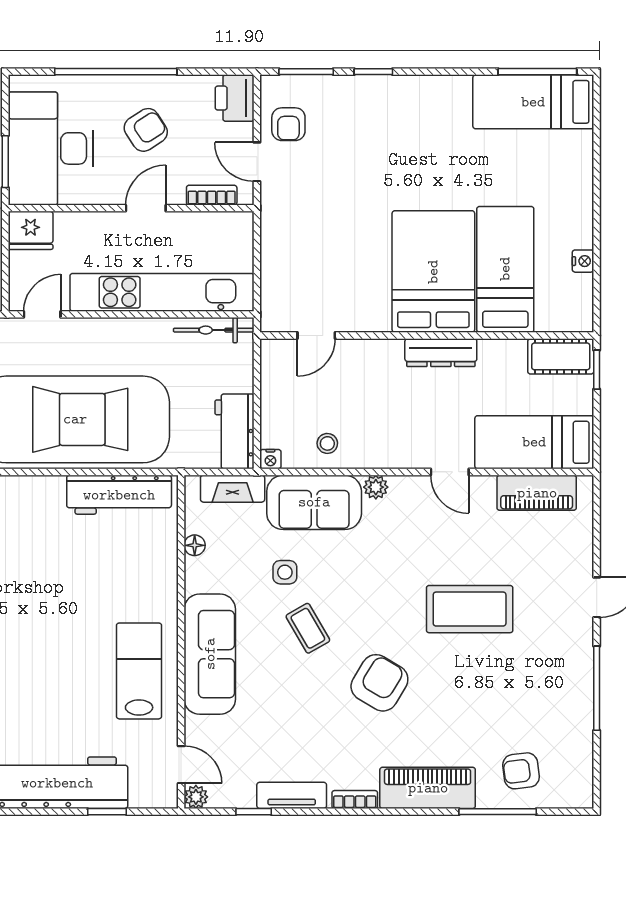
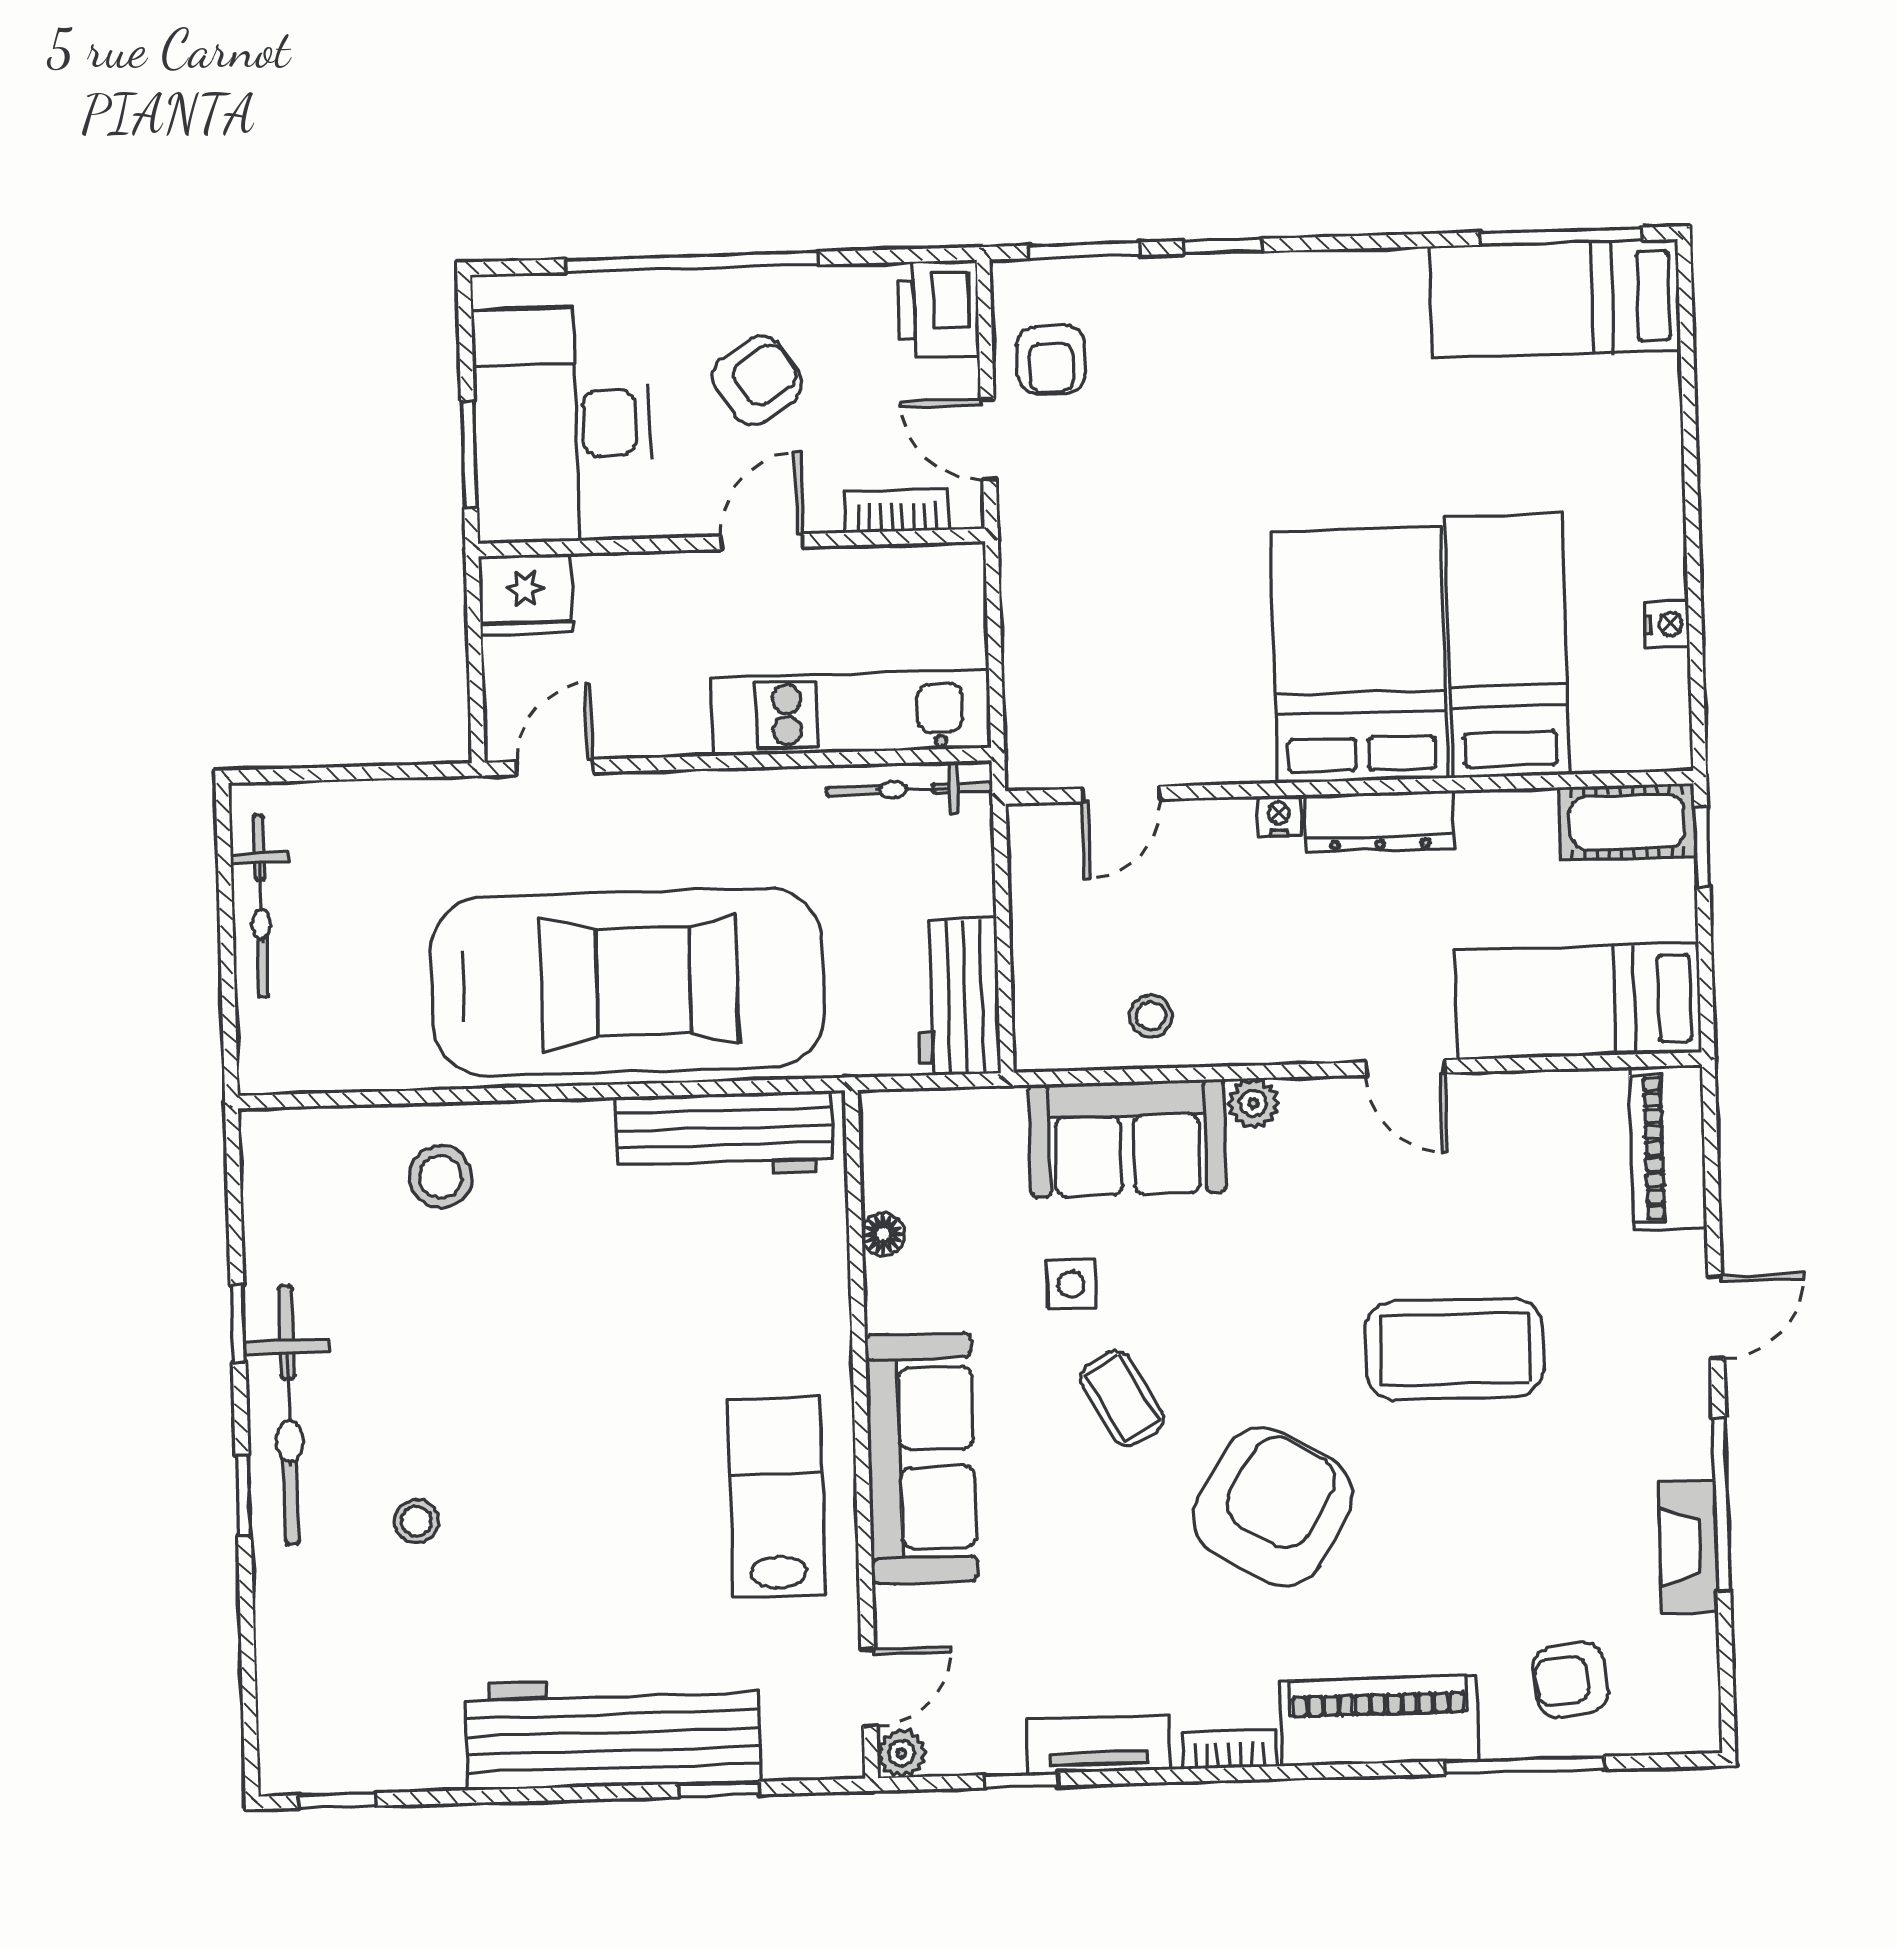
kitchen unit: (162, 292) -> (851, 713), width x0.73
nightstand: (270, 459) -> (1279, 816), moved, turned 180
fireplace: (233, 489) -> (1688, 1547), moved, turned 90
piano: (537, 493) -> (1668, 1148), moved, turned 90
armchair: (379, 683) -> (1273, 1507), width x1.36, depth x1.36
door: (181, 765) -> (869, 1688), hinge flipped

